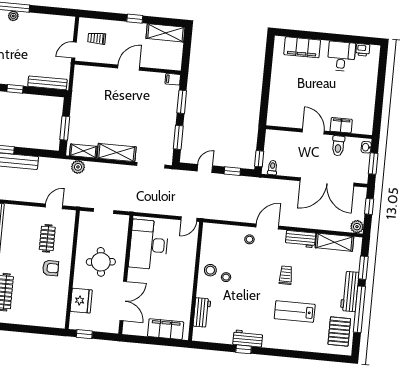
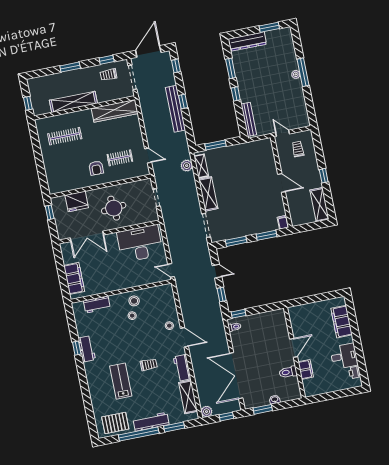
filing cabinet: (341, 125) -> (306, 369), moved
door: (313, 132) -> (294, 348), moved
wall: (319, 132) -> (295, 353), moved
toilet: (338, 146) -> (288, 372), moved

